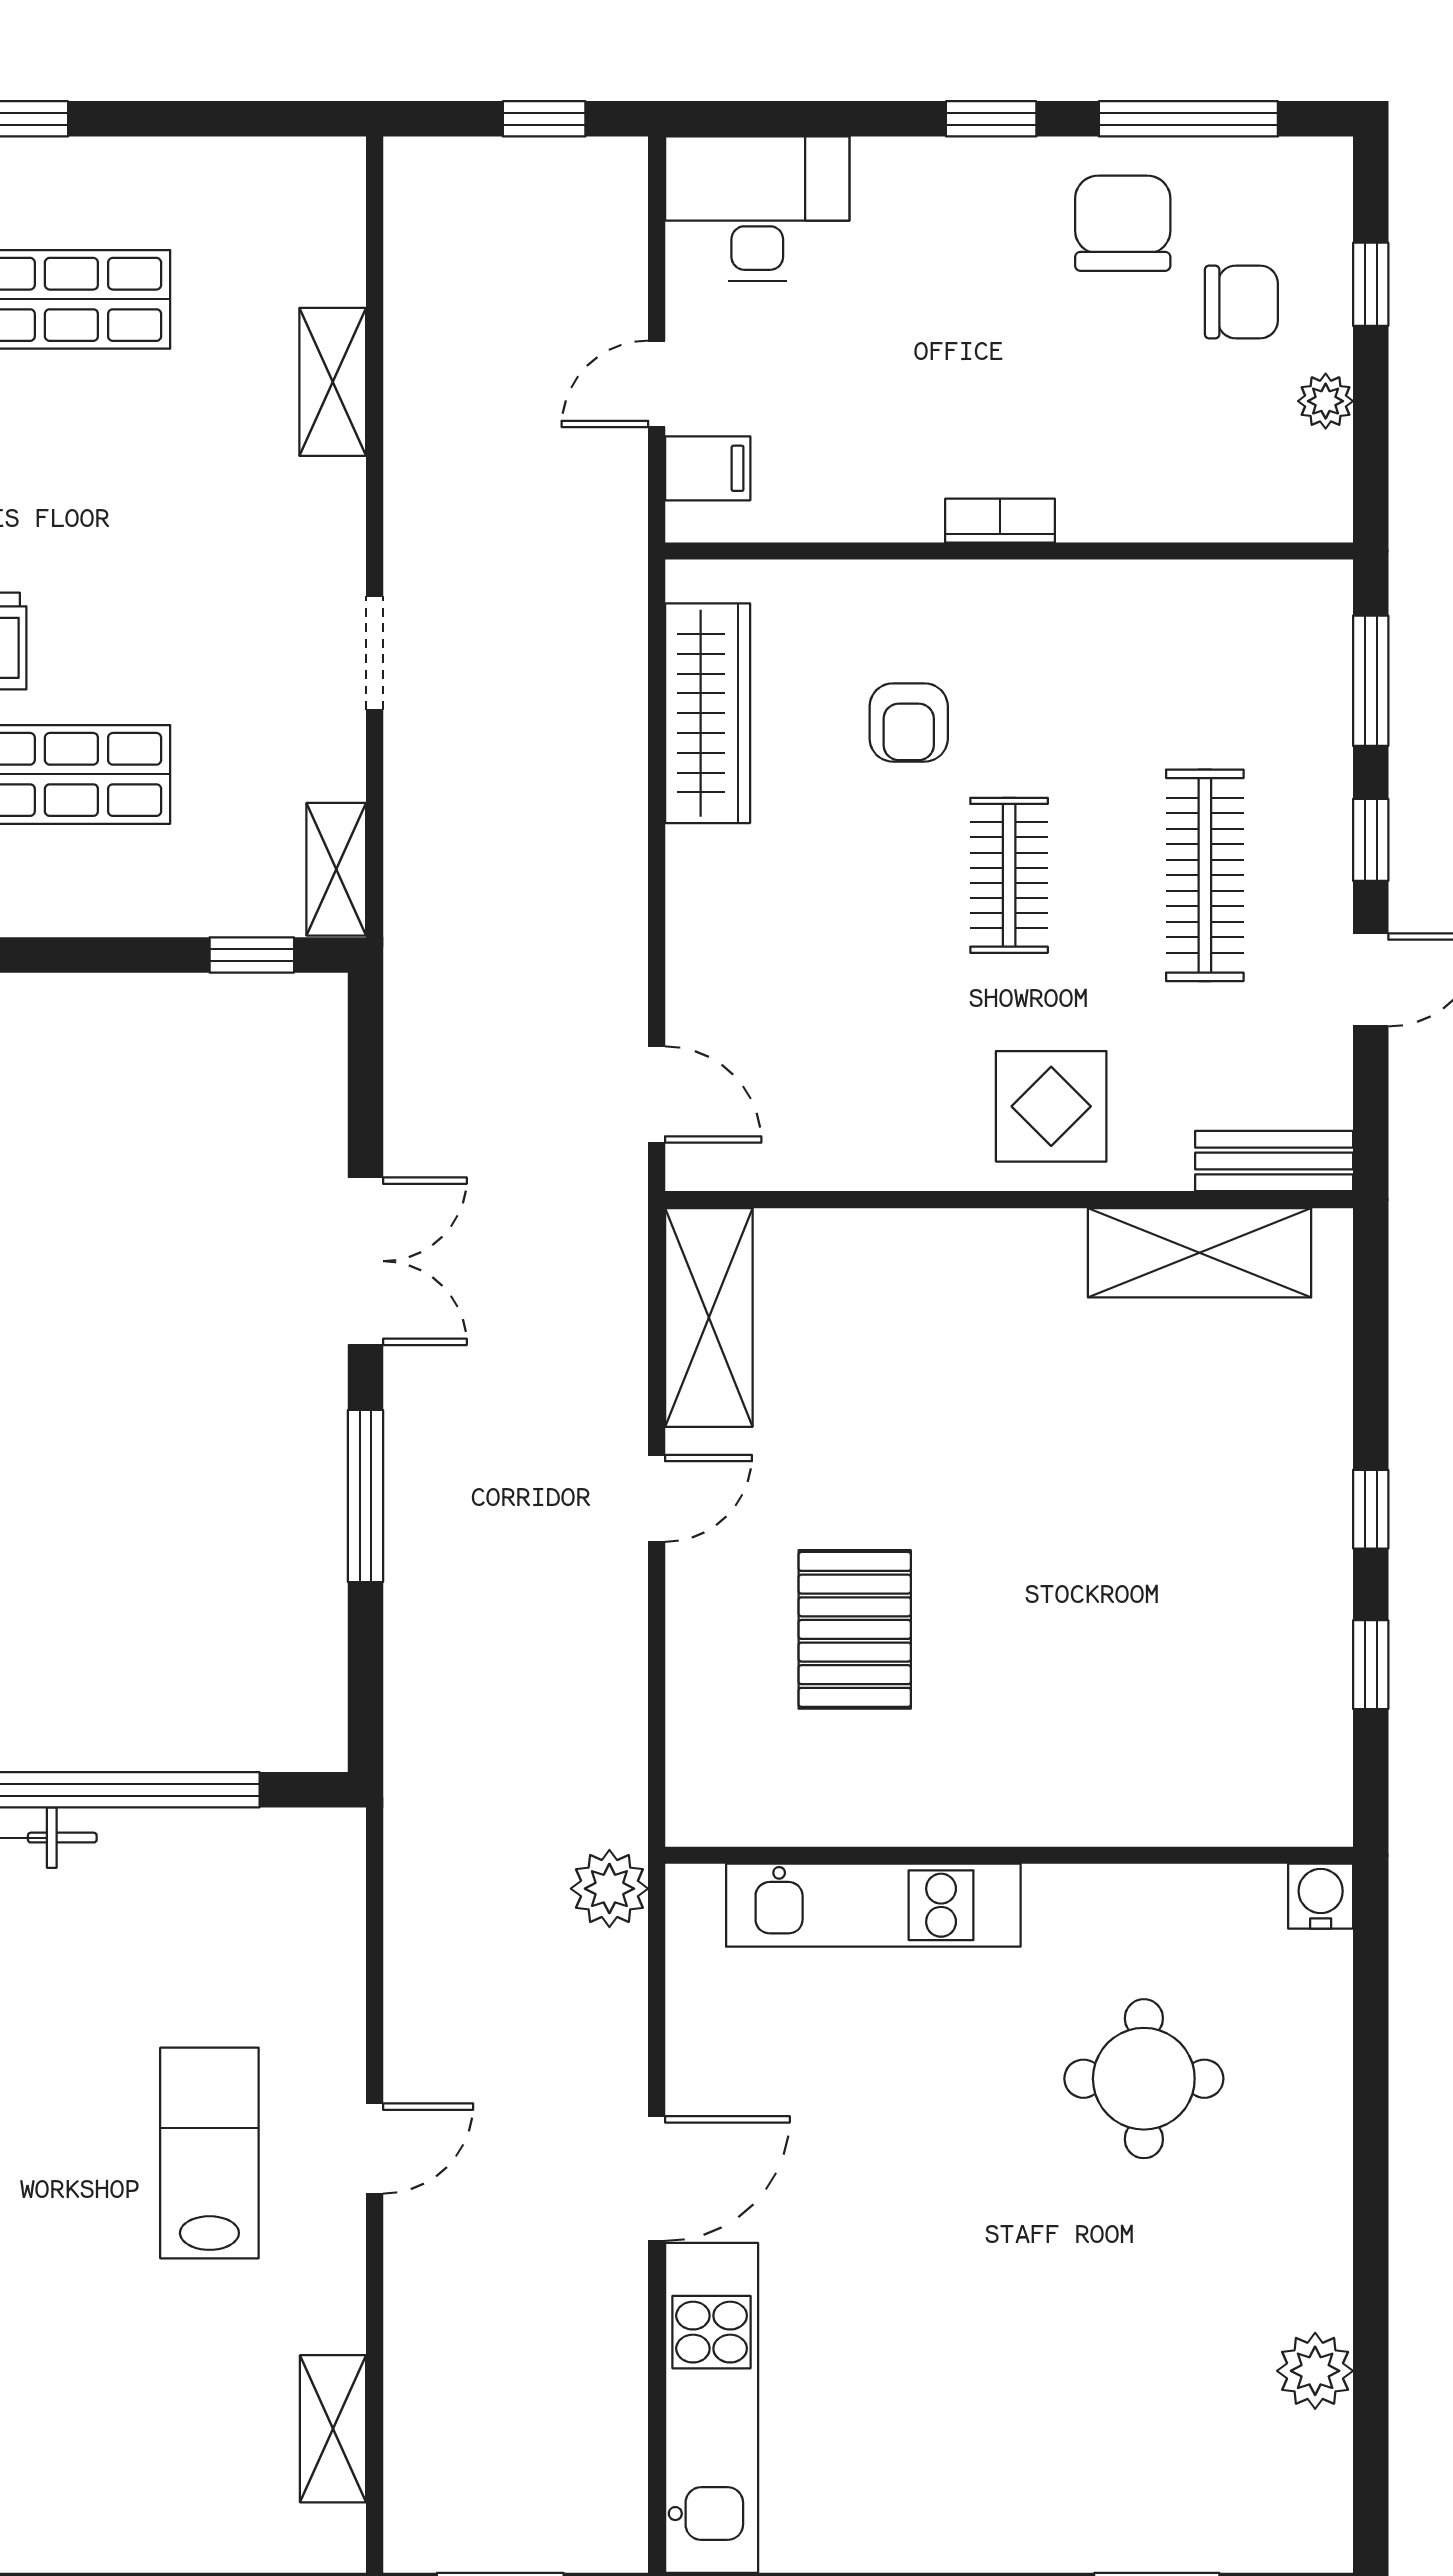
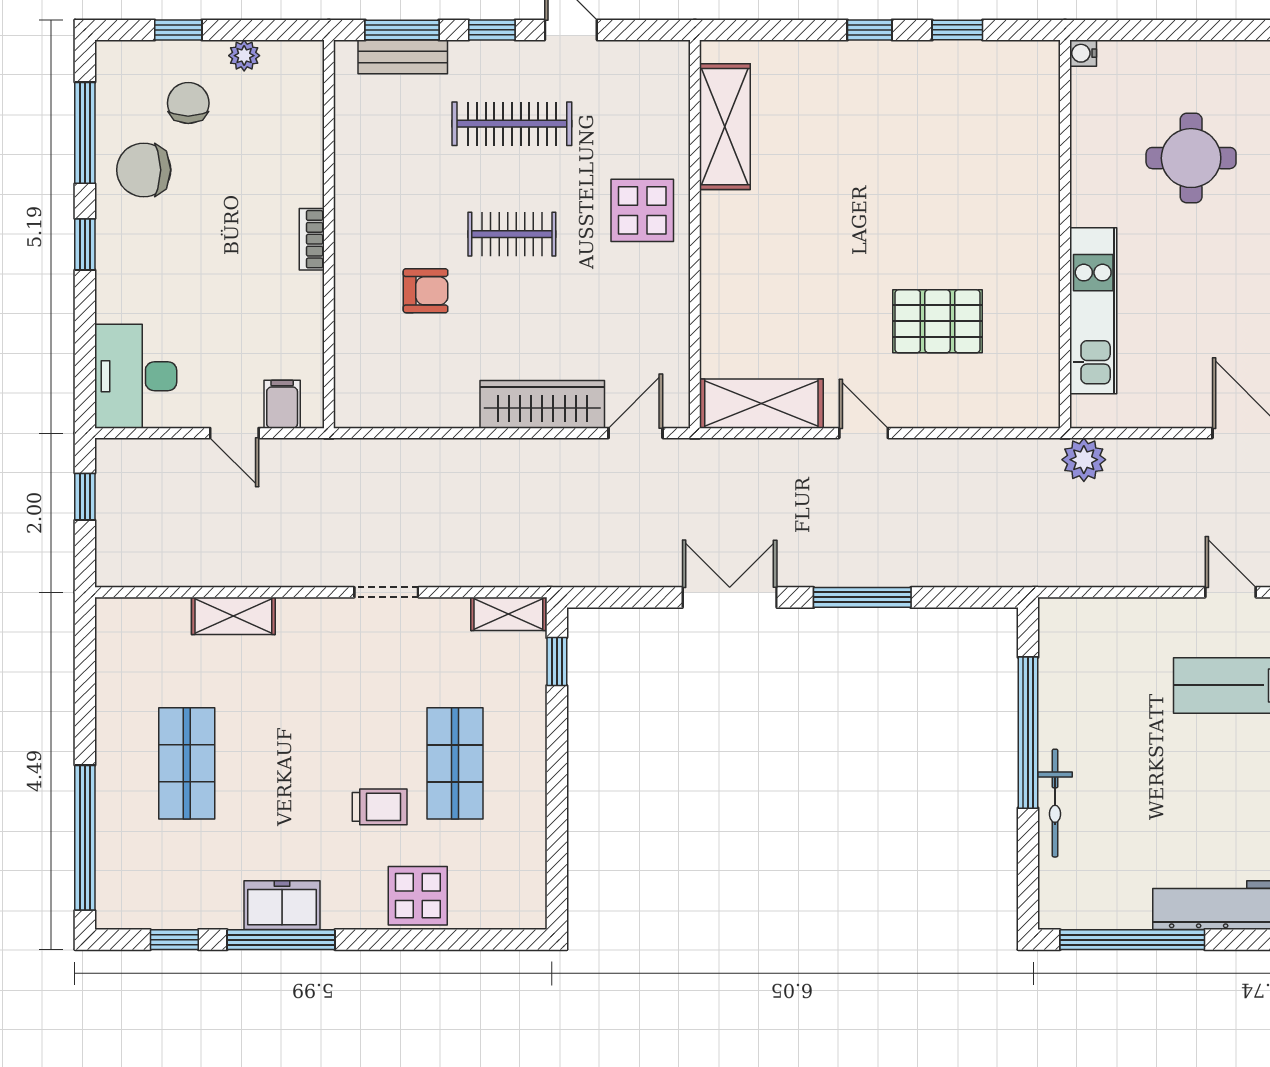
wardrobe: (708, 713) -> (542, 404), moved
bench: (1274, 1161) -> (403, 57), moved, turned 90
water cooler: (1321, 1896) -> (1083, 53), width x0.72, depth x0.72

